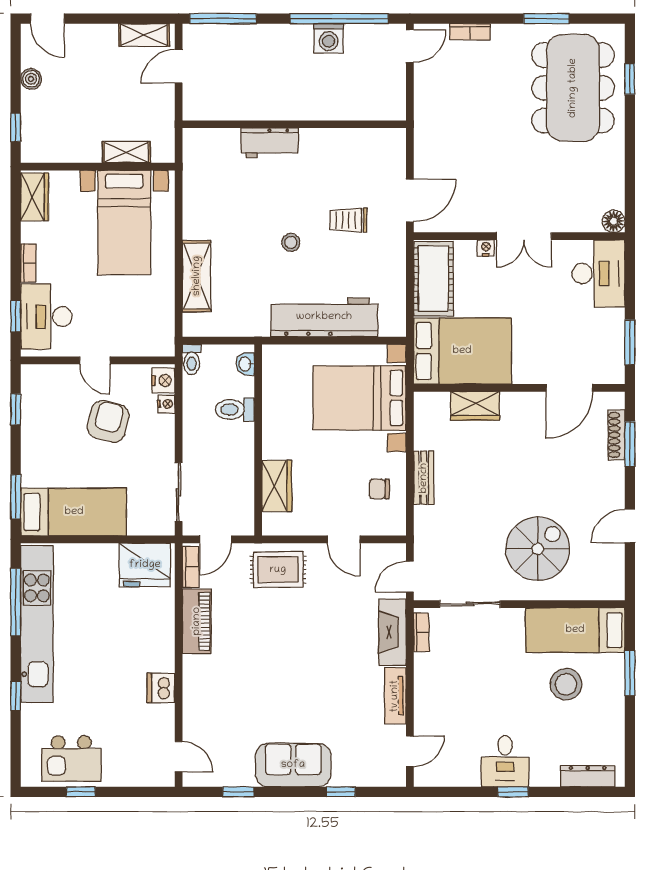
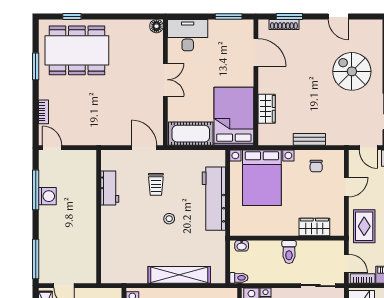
window: (339, 19) -> (36, 190), width x0.68
workbench: (270, 143) -> (110, 188), moved
nightstand: (486, 248) -> (172, 102), removed
shelving: (197, 276) -> (179, 275), width x1.47
toilet: (235, 409) -> (289, 252), moved

